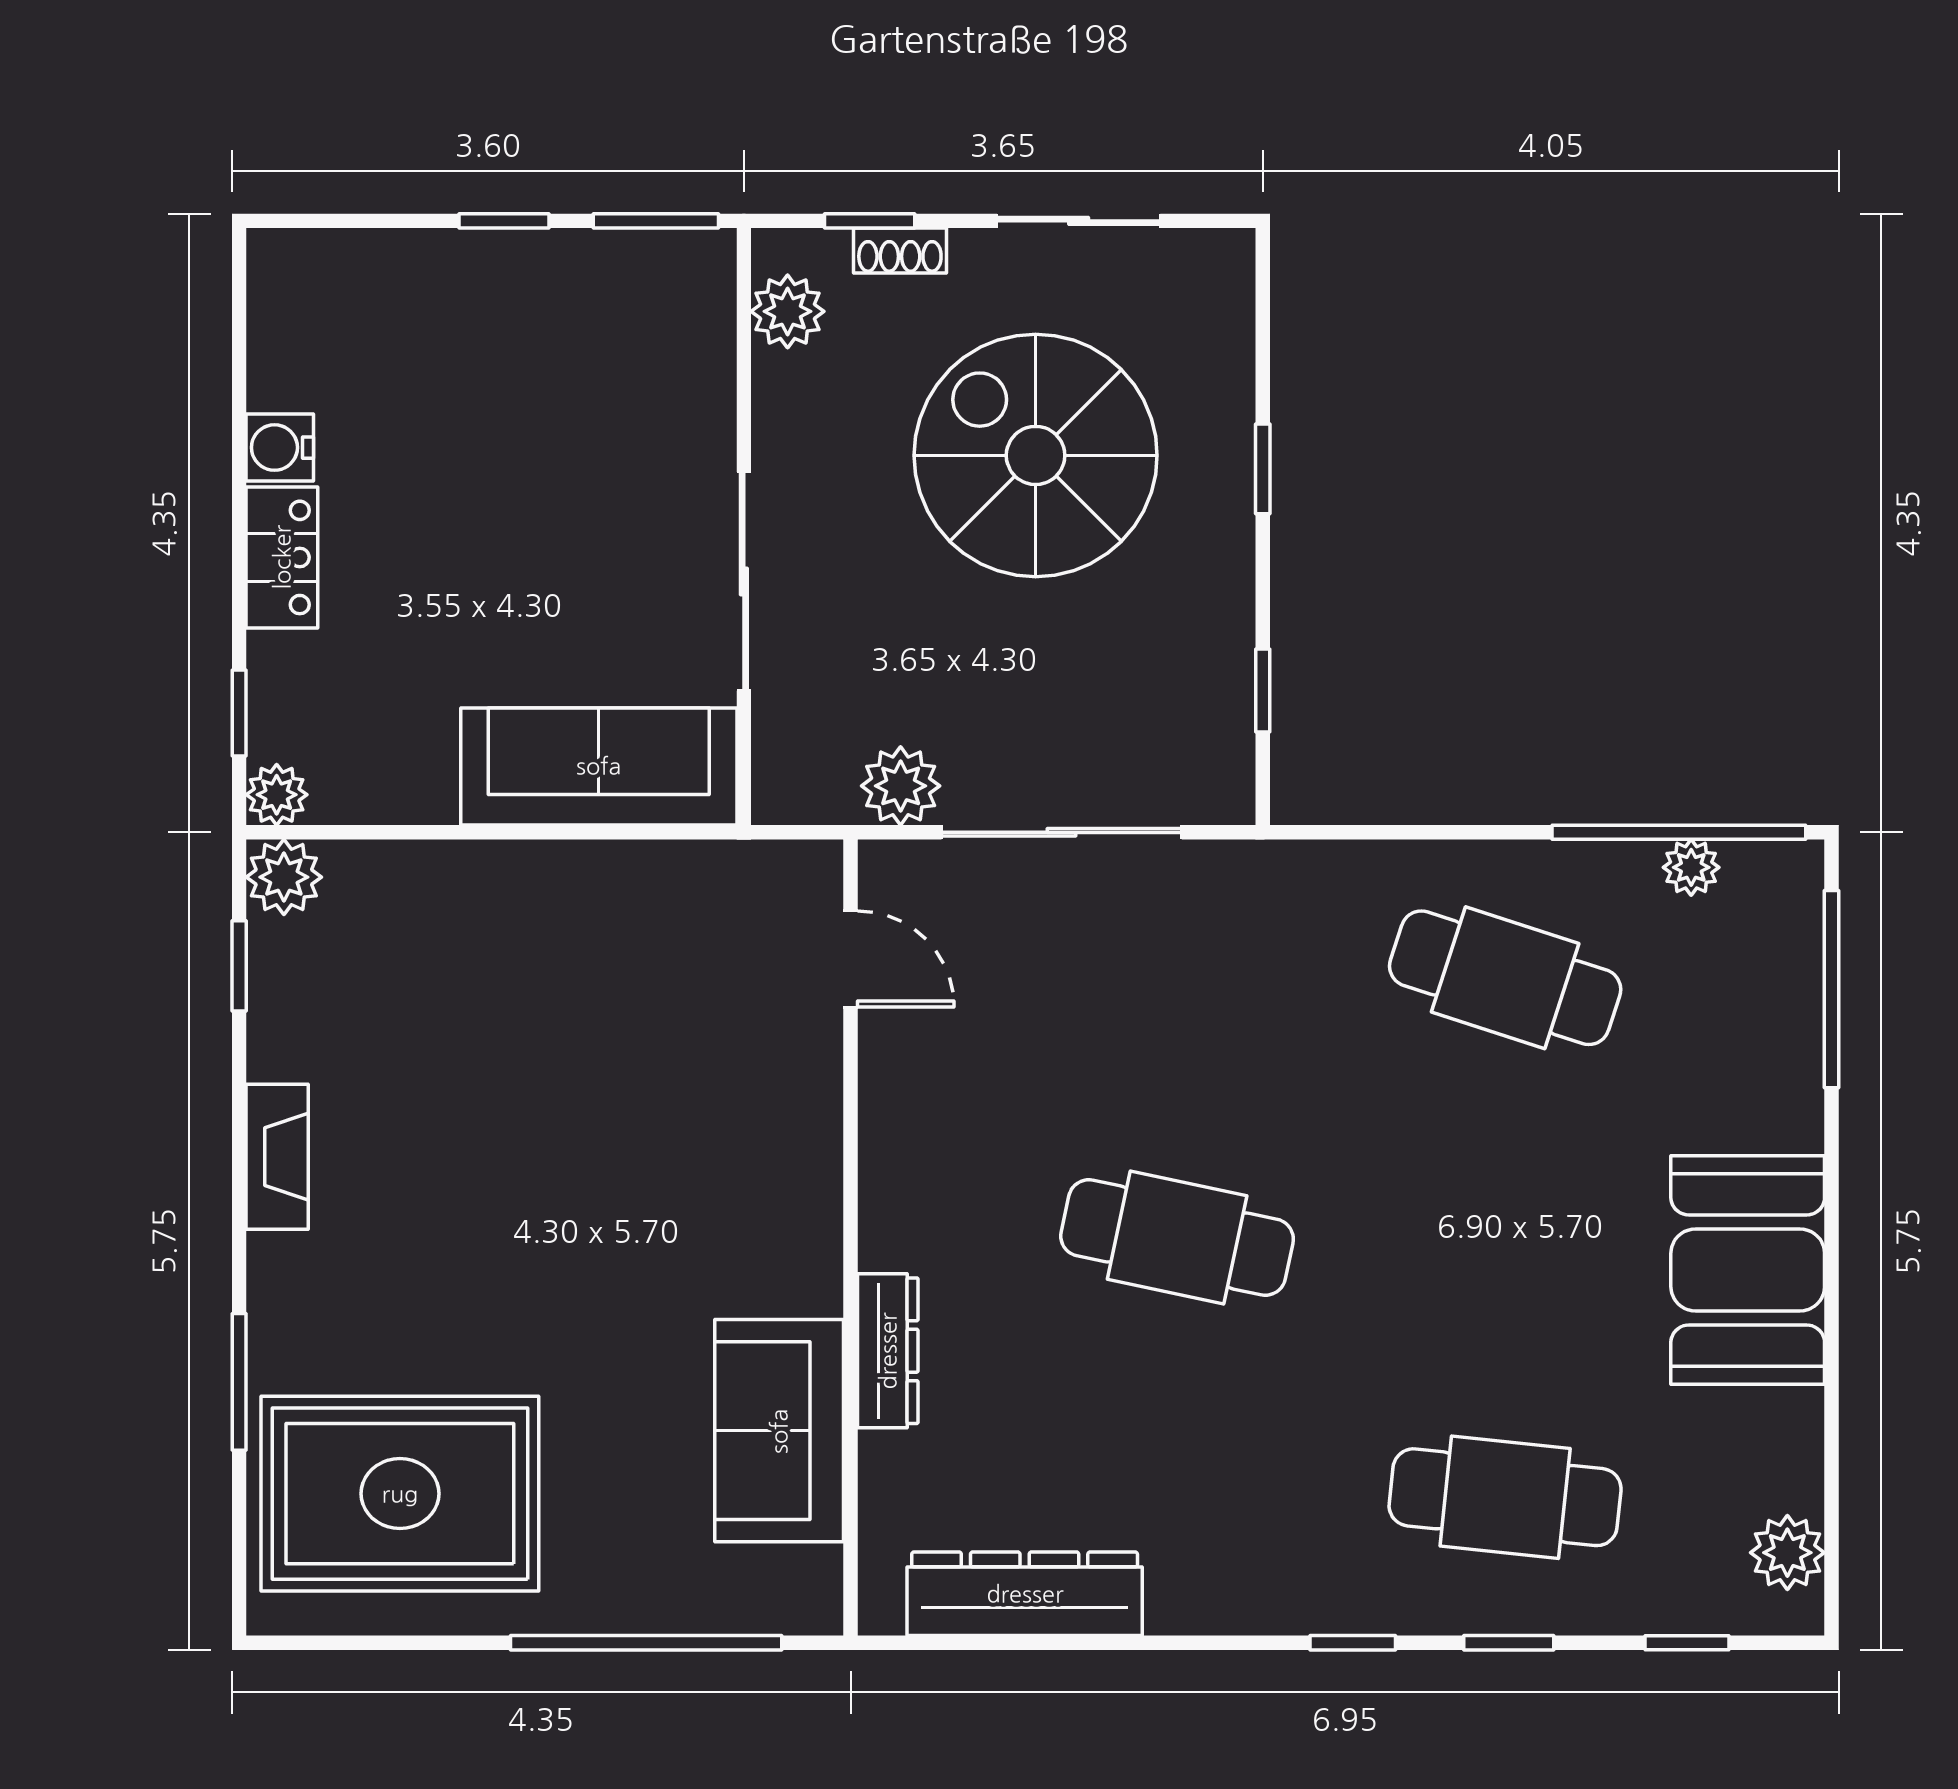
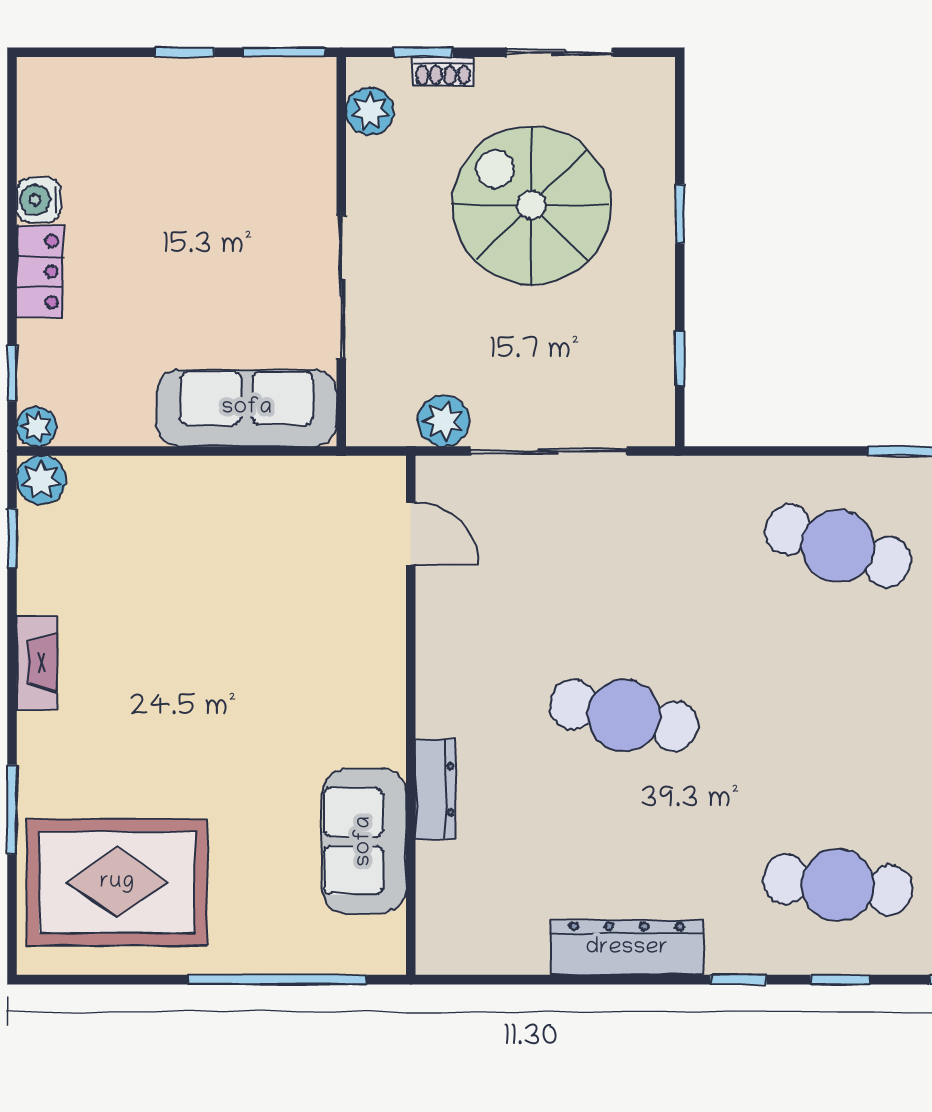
dresser: (1025, 1594) -> (627, 948), moved

